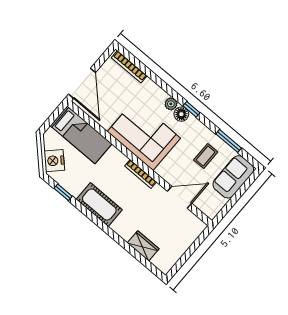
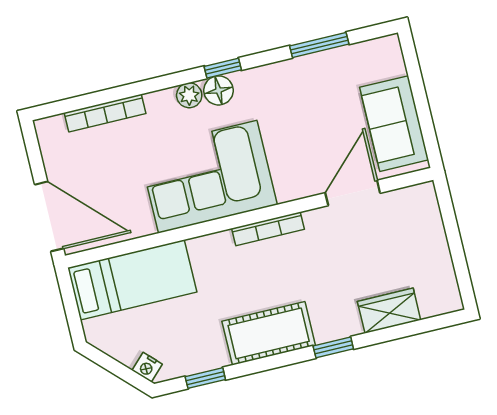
bookcase: (129, 67) -> (105, 113), moved
coffee table: (206, 156) -> (316, 101), removed
nightstand: (54, 161) -> (147, 367), width x0.53, depth x0.56
sofa: (233, 177) -> (394, 124), moved
window: (112, 234) -> (333, 347), added

